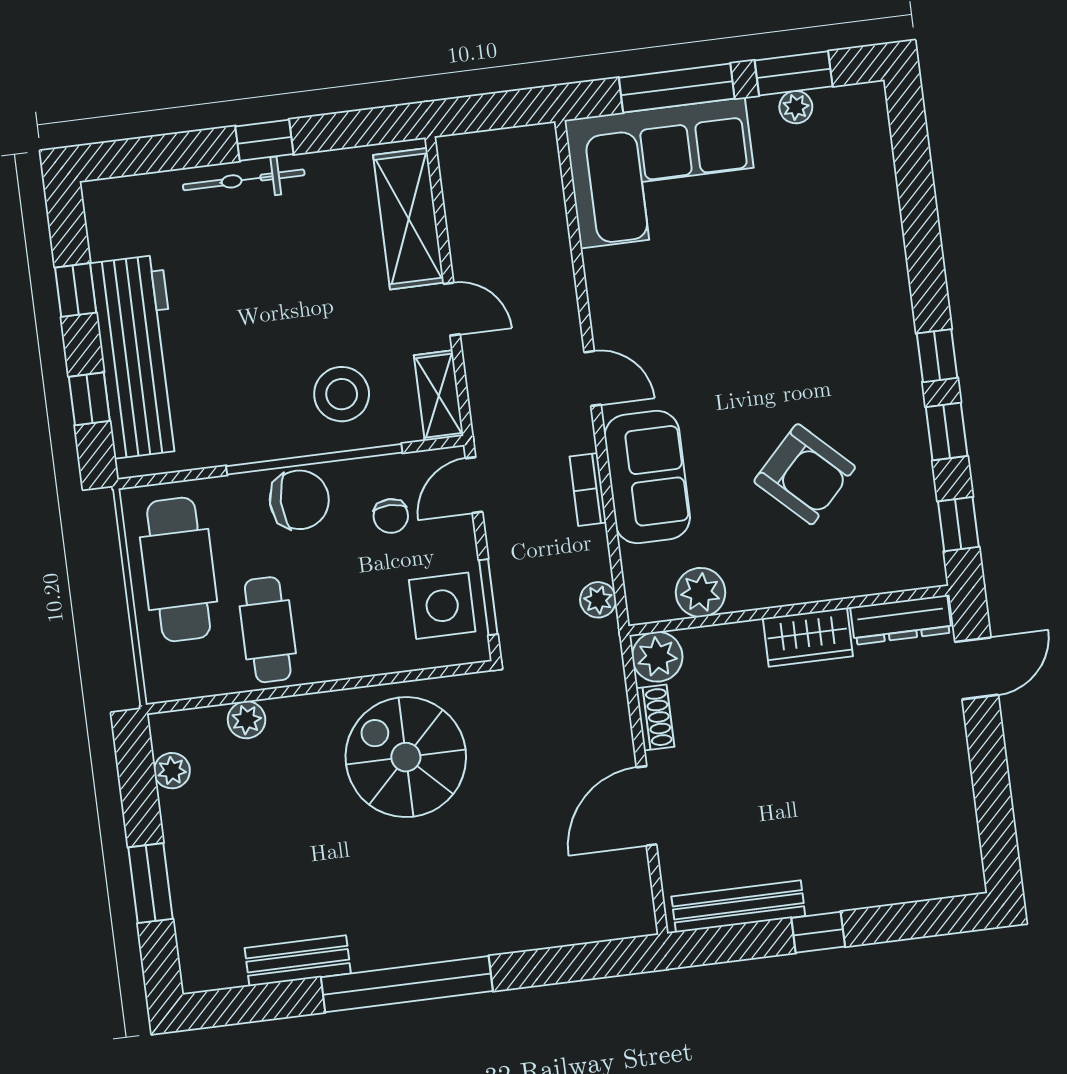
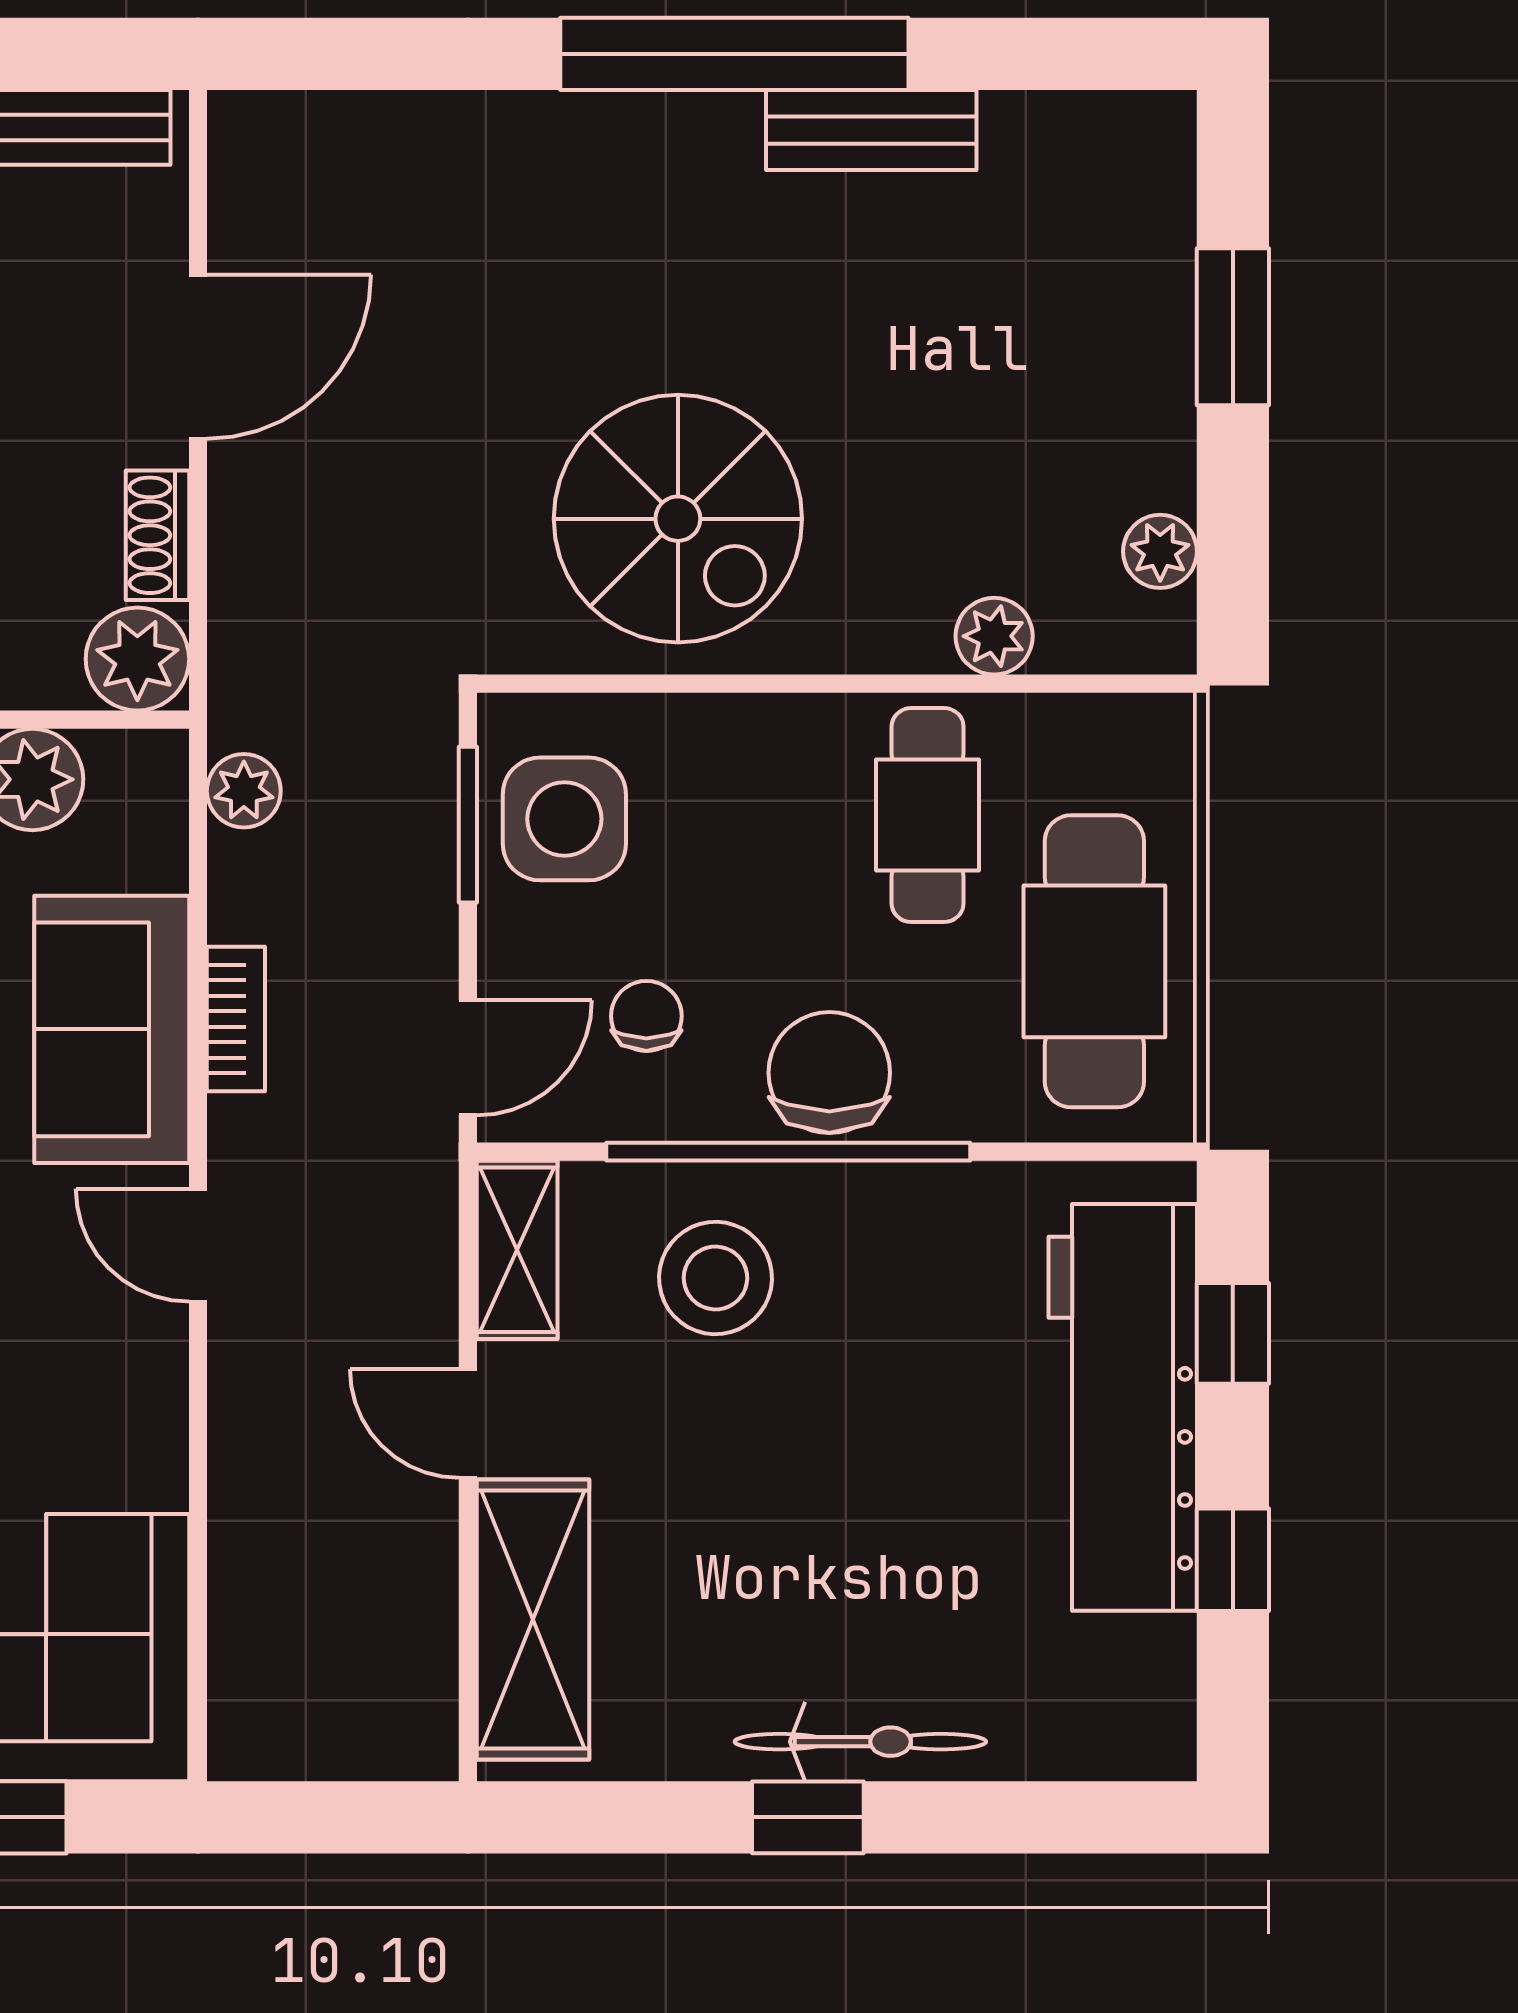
chair: (299, 500) -> (829, 1073), turned 90
bench: (298, 961) -> (871, 130), moved

